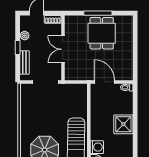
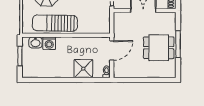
shower: (123, 124) -> (83, 69), moved

